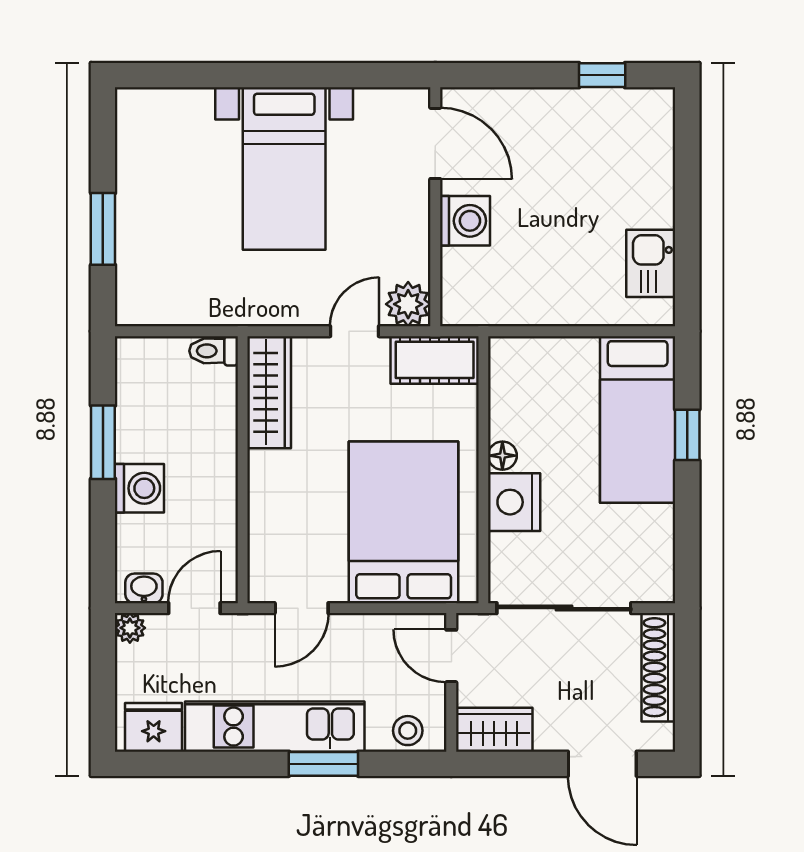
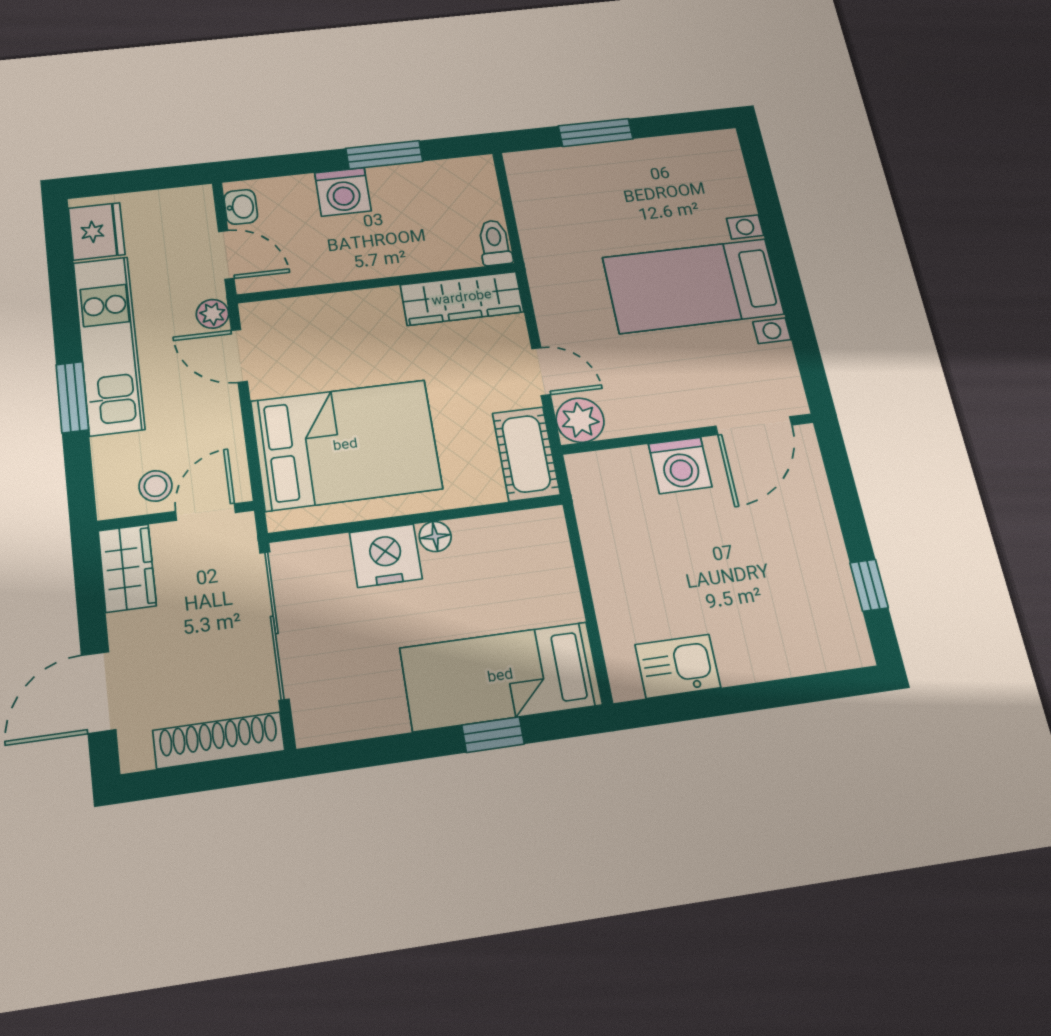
plant: (130, 628) -> (212, 314), moved
stool: (408, 731) -> (156, 486), moved

